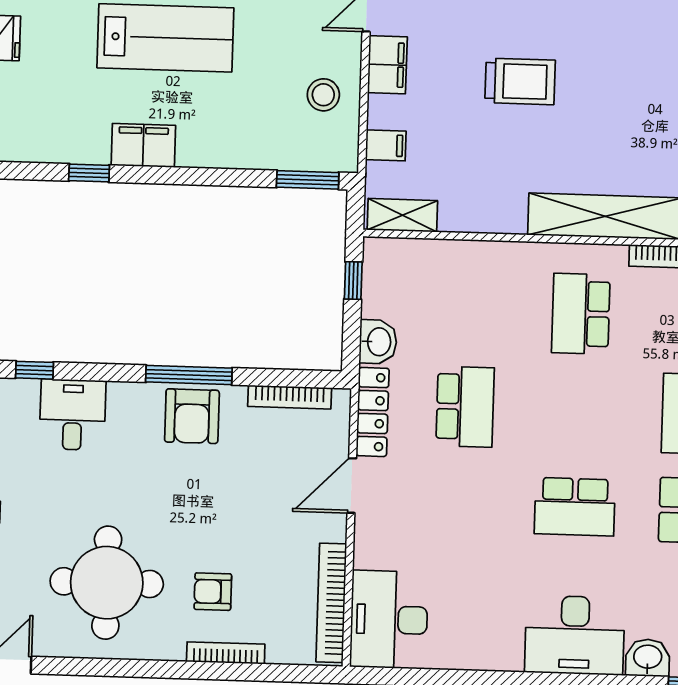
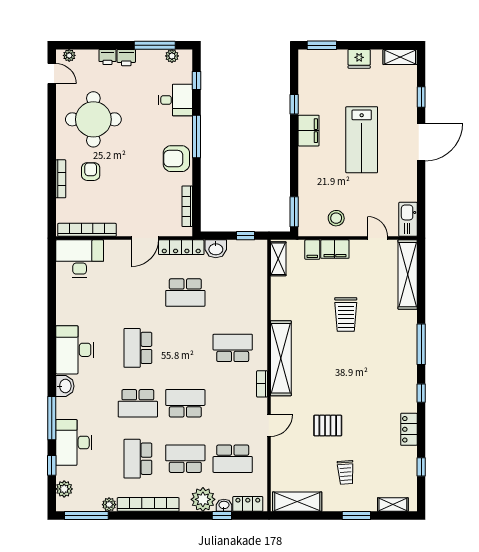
filing cabinet: (387, 65) -> (335, 249), moved
window: (189, 375) -> (197, 136), moved
door: (352, 486) -> (145, 238), swing flipped

